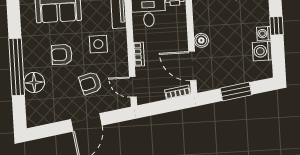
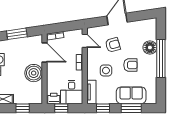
boiler: (201, 40) -> (34, 73), width x1.86, depth x1.86

